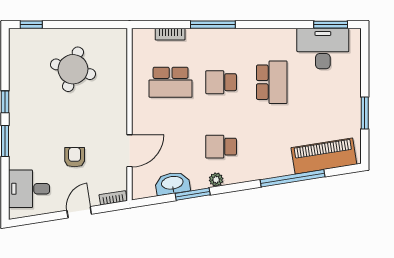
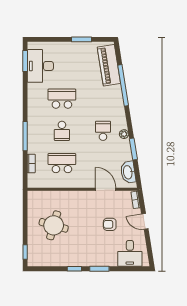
school desk: (171, 82) -> (62, 163), turned -90
school desk: (221, 147) -> (103, 131), turned 180
washbasin: (172, 183) -> (128, 172), moved

